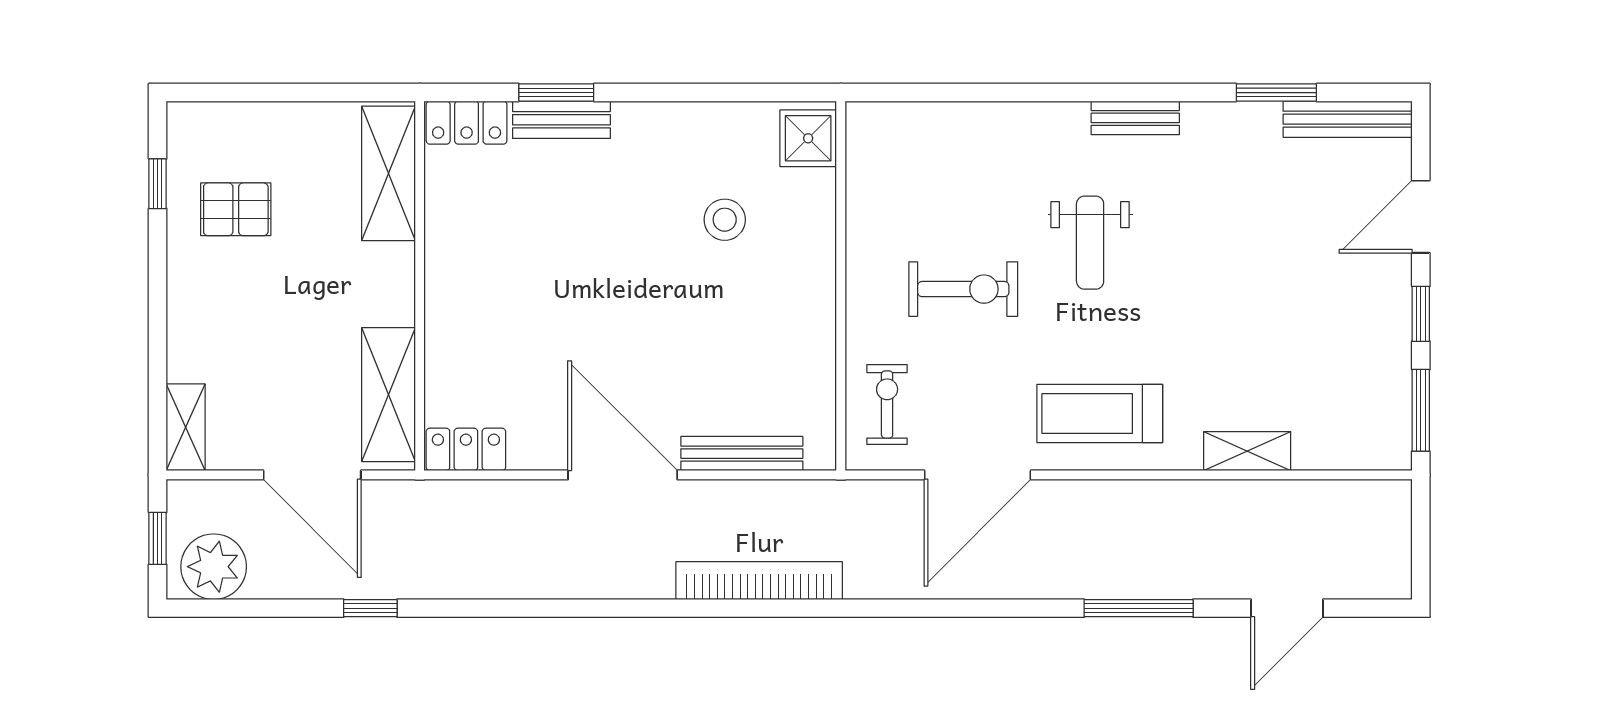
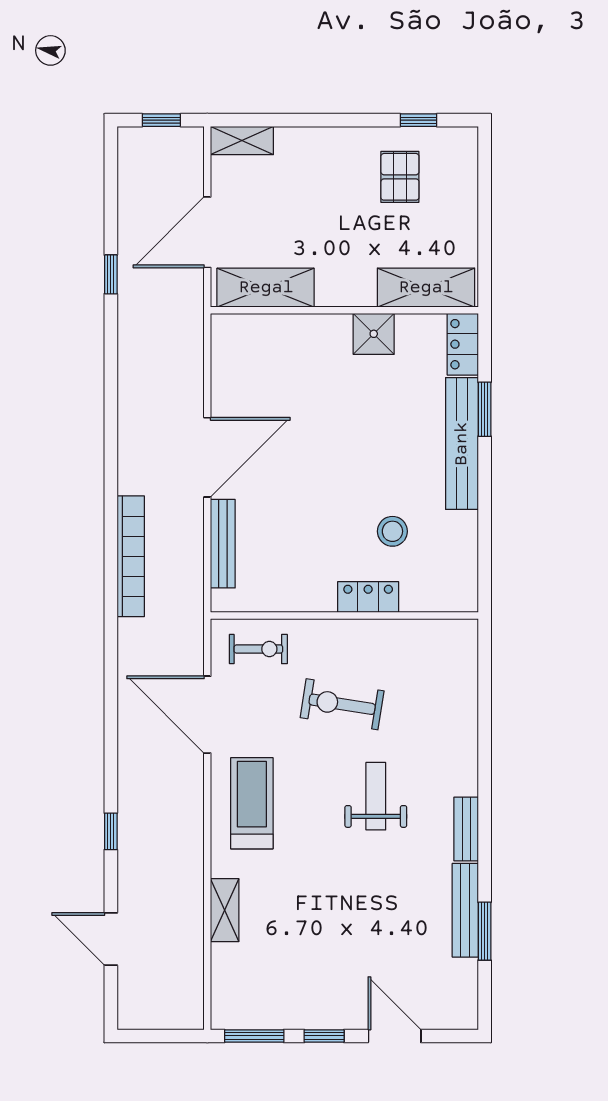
bench: (1348, 119) -> (465, 910), moved
bench: (561, 120) -> (462, 444), width x1.86, depth x1.21
shower: (808, 138) -> (374, 334), moved
weight bench: (1090, 243) -> (376, 796), turned 90
exercise bike: (963, 289) -> (342, 704), turned 99
locker: (466, 449) -> (368, 597), moved, turned -90
plant: (214, 567) -> (141, 161), removed
window: (1139, 608) -> (111, 831), width x0.46

